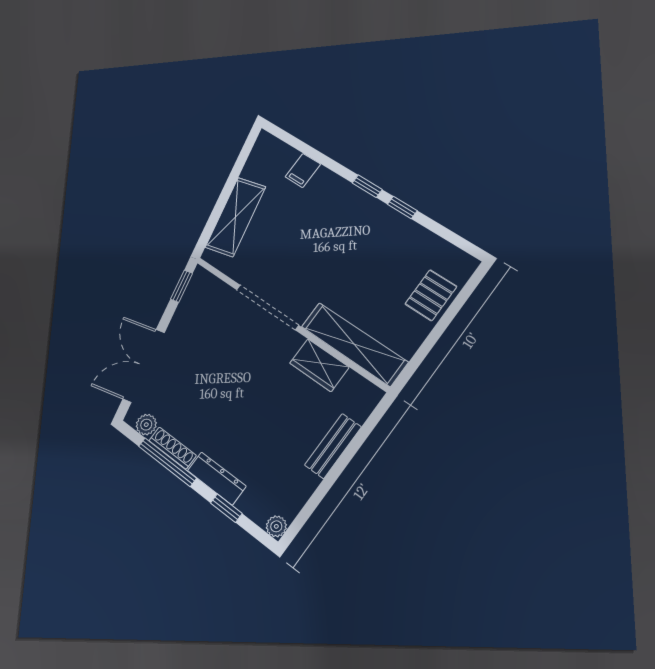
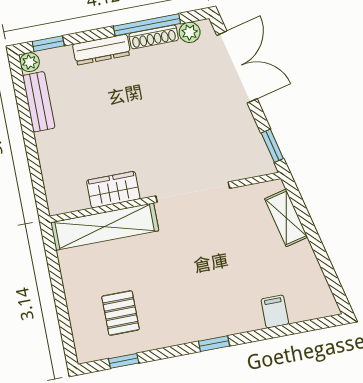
window: (402, 207) -> (124, 361), moved
shelving: (236, 217) -> (286, 218), width x0.67, depth x0.75
pallet: (431, 295) -> (121, 313), moved
bench: (333, 446) -> (39, 102), moved
window: (226, 508) -> (48, 44), moved

